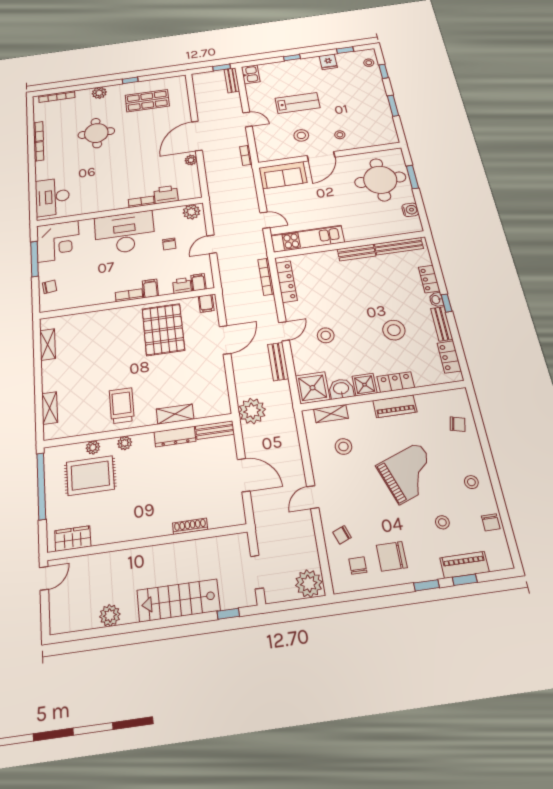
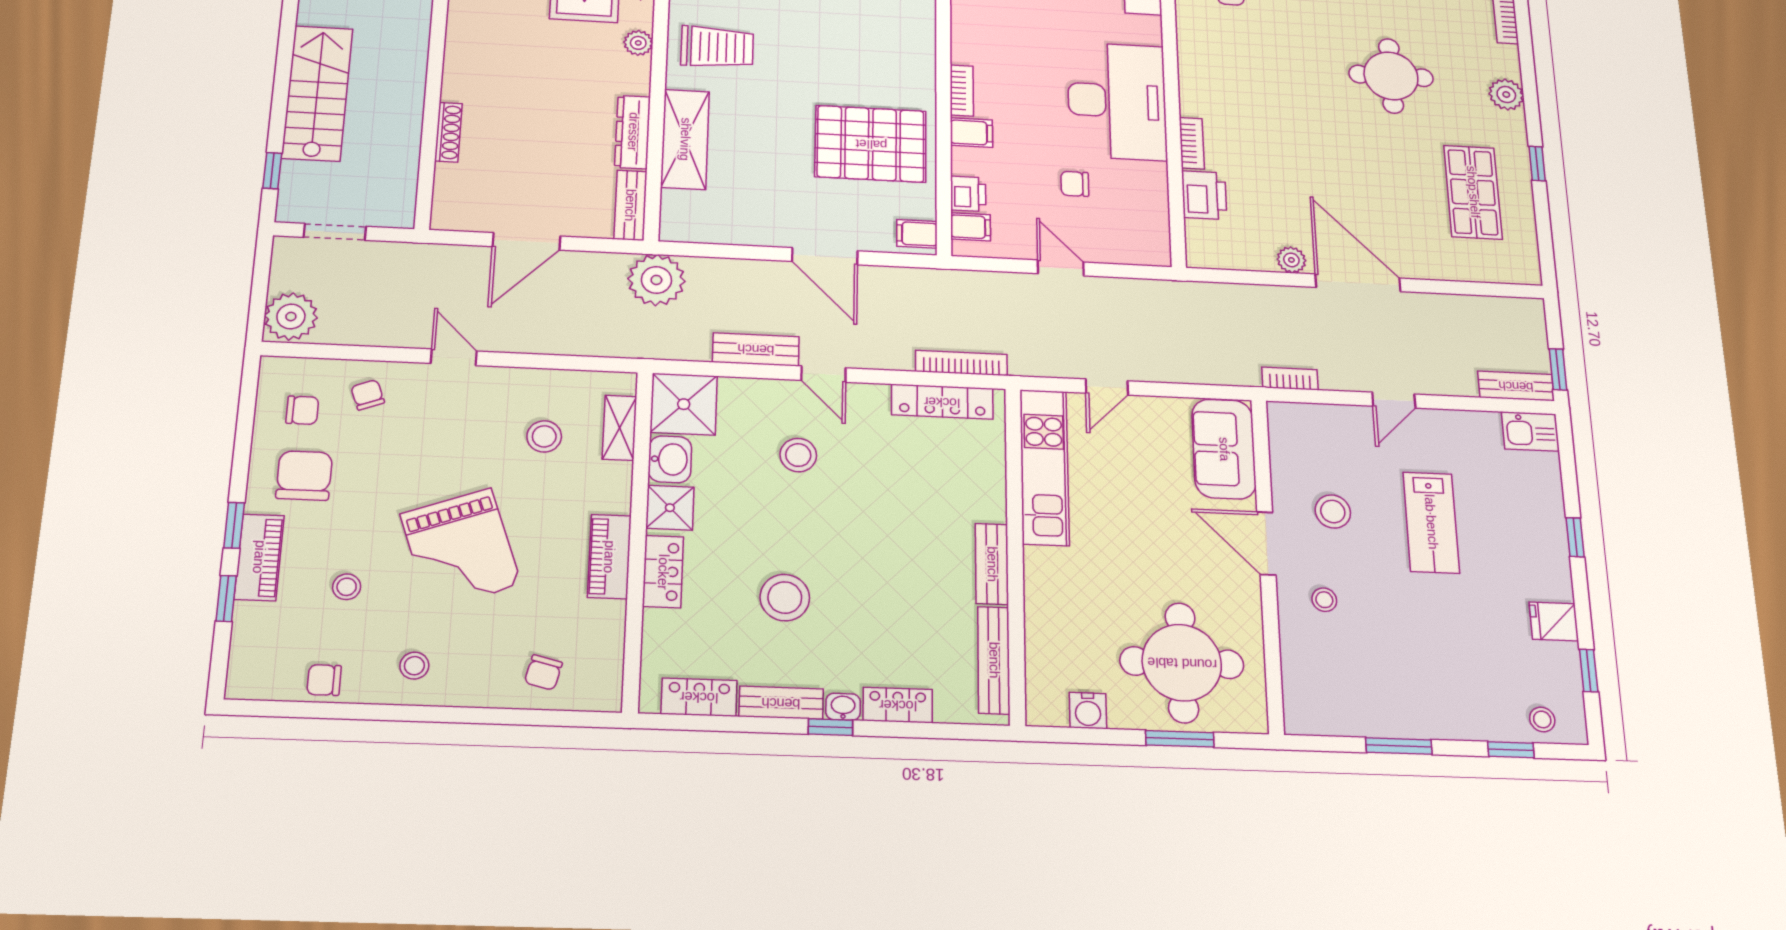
plant: (191, 212) -> (1151, 240), removed
shelving: (175, 414) -> (685, 139), width x1.50, depth x1.33
piano: (464, 565) -> (259, 557), moved

